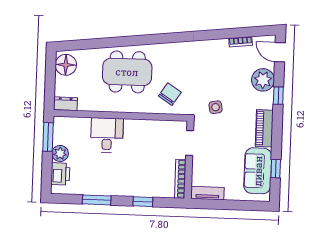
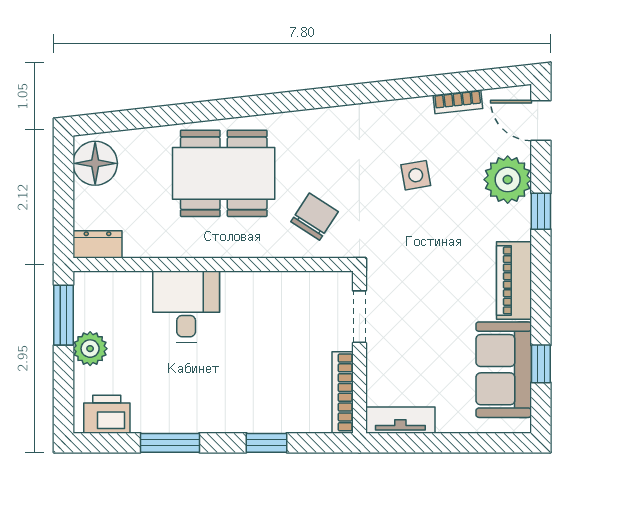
side table: (216, 107) -> (416, 175), moved
printer: (60, 174) -> (107, 414), moved, turned -90

